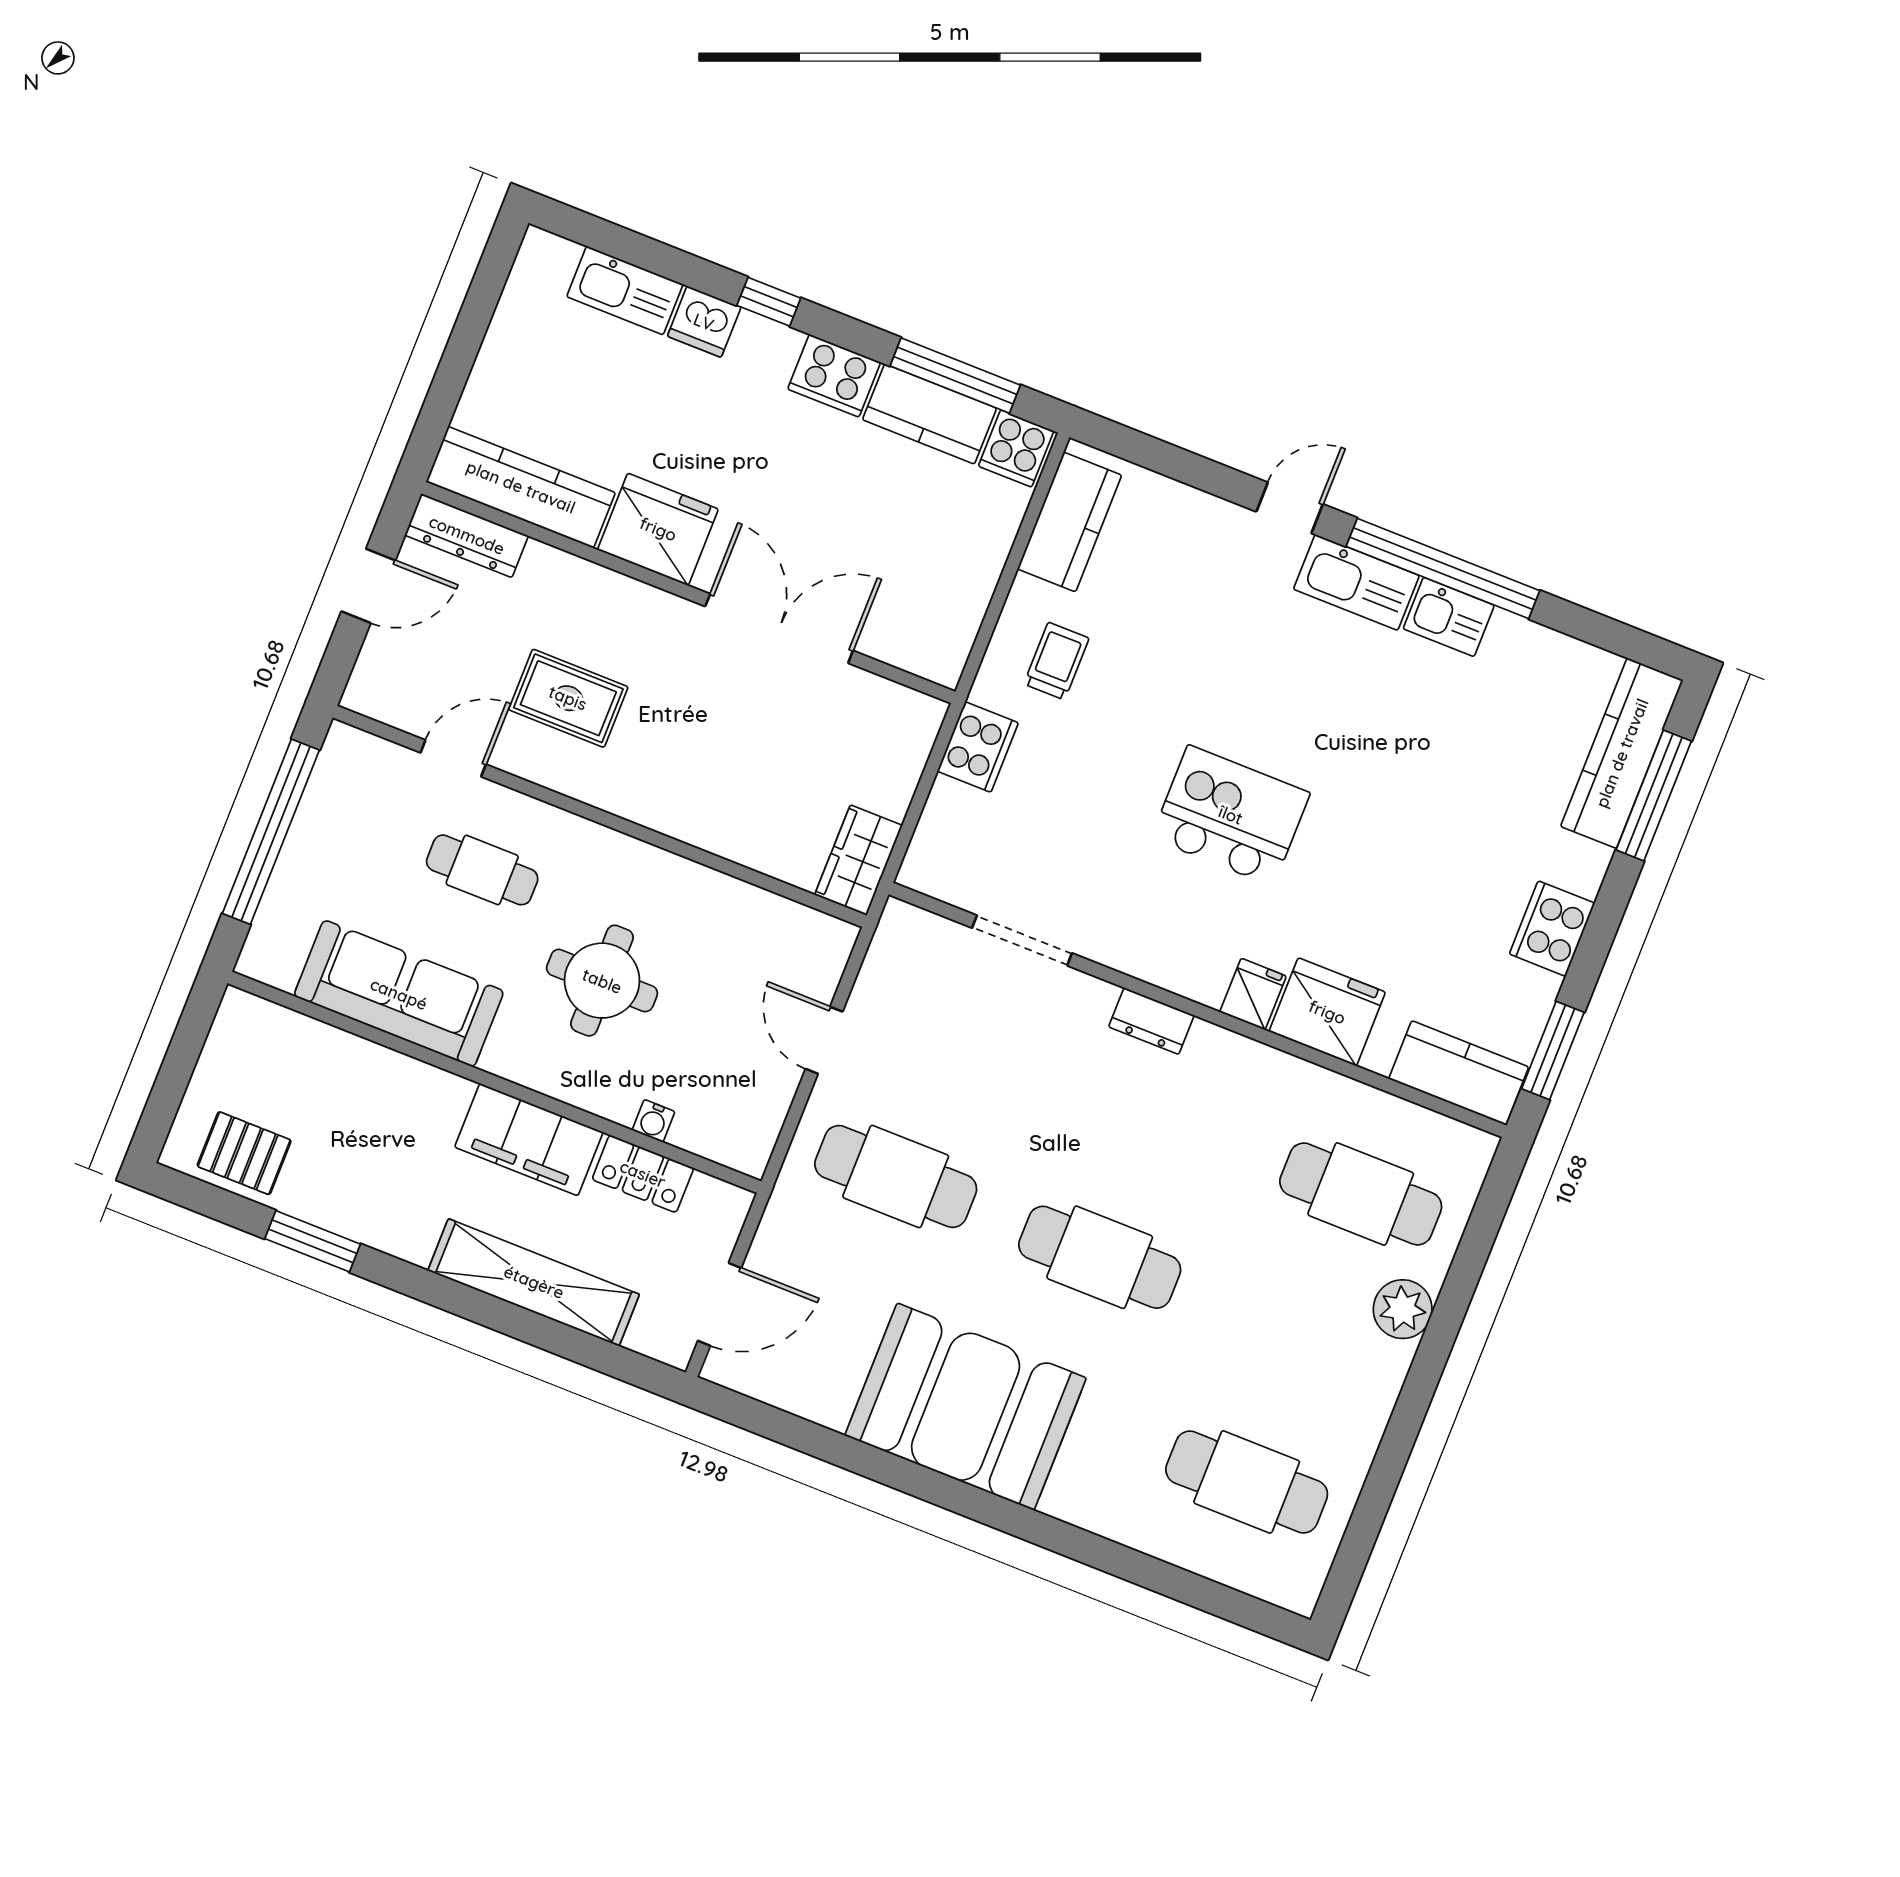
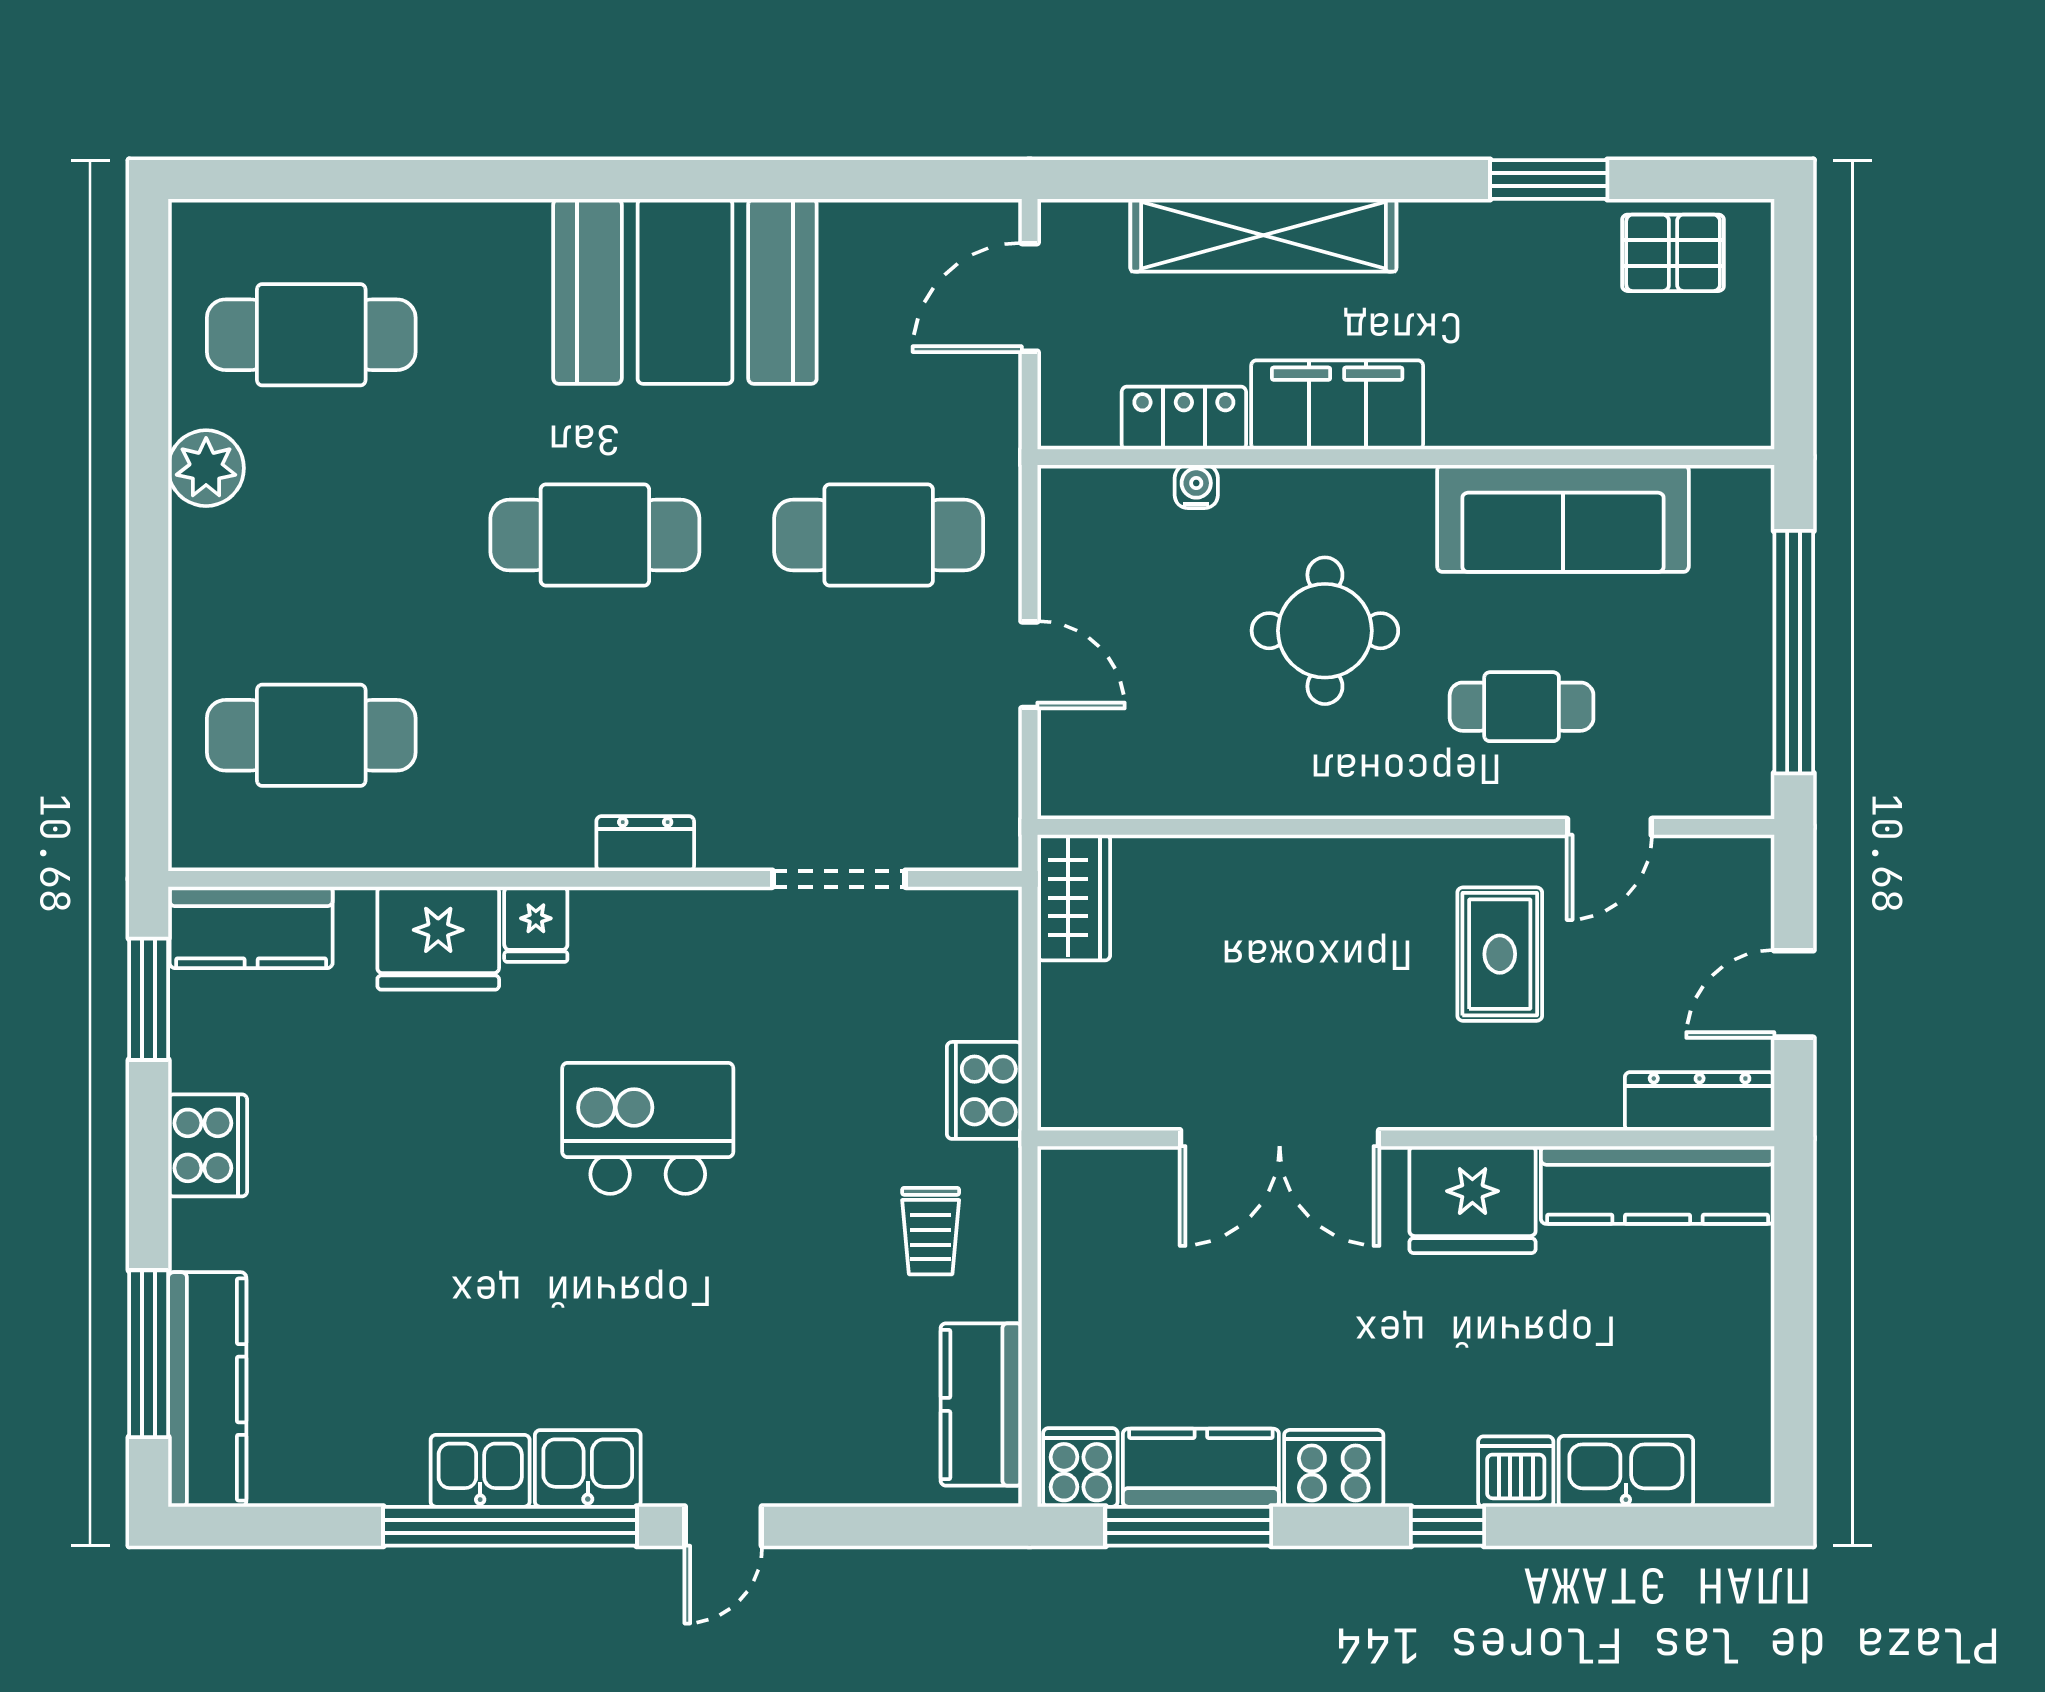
kitchen sink: (1356, 582) -> (588, 1468), width x0.73
rug: (568, 698) -> (1500, 954), turned 90
kitchen island: (1231, 815) -> (648, 1128), turned 180
plant: (1403, 1309) -> (206, 468), moved

